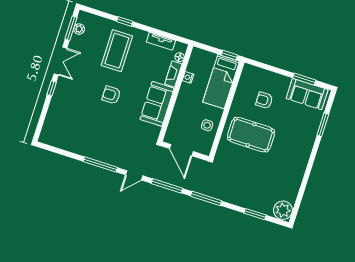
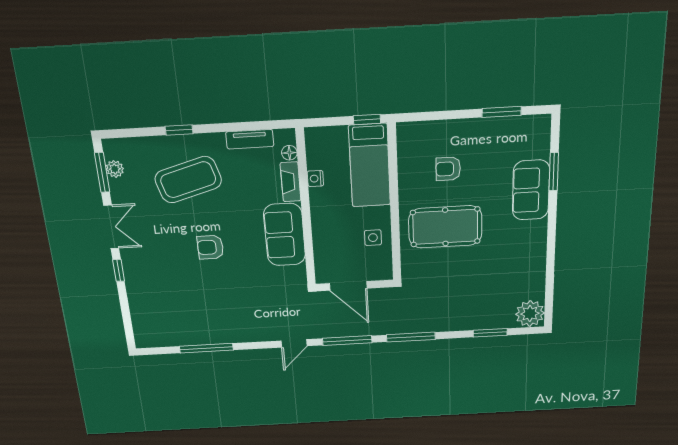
coffee table: (117, 51) -> (188, 180), turned 74
sofa: (307, 94) -> (531, 190), moved, turned 90
window: (100, 164) -> (206, 348), moved

